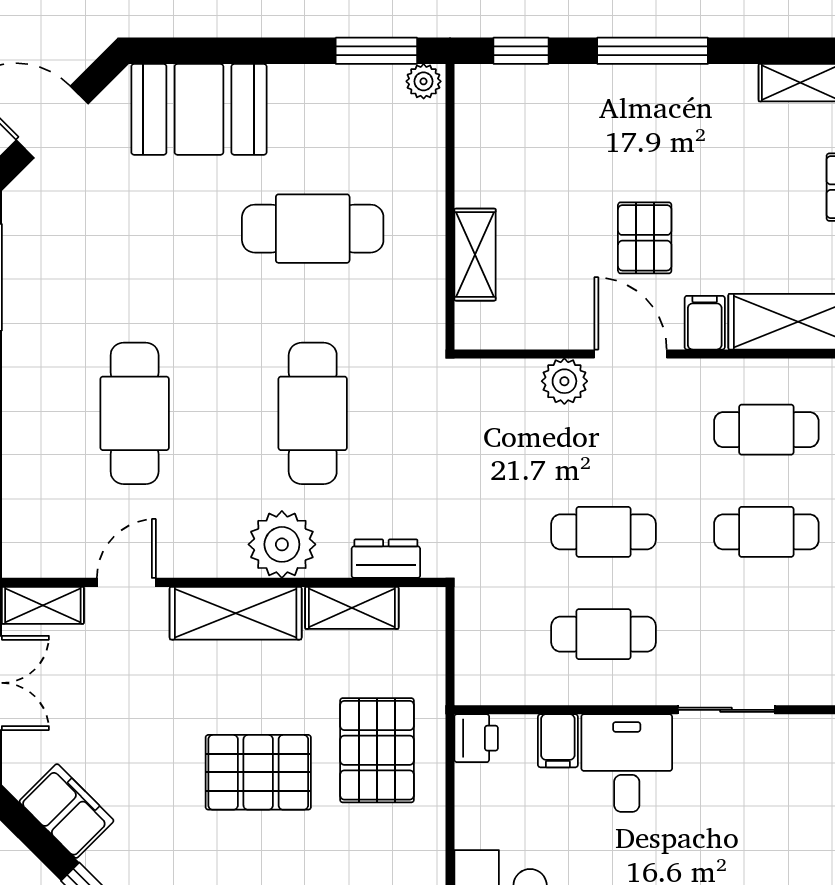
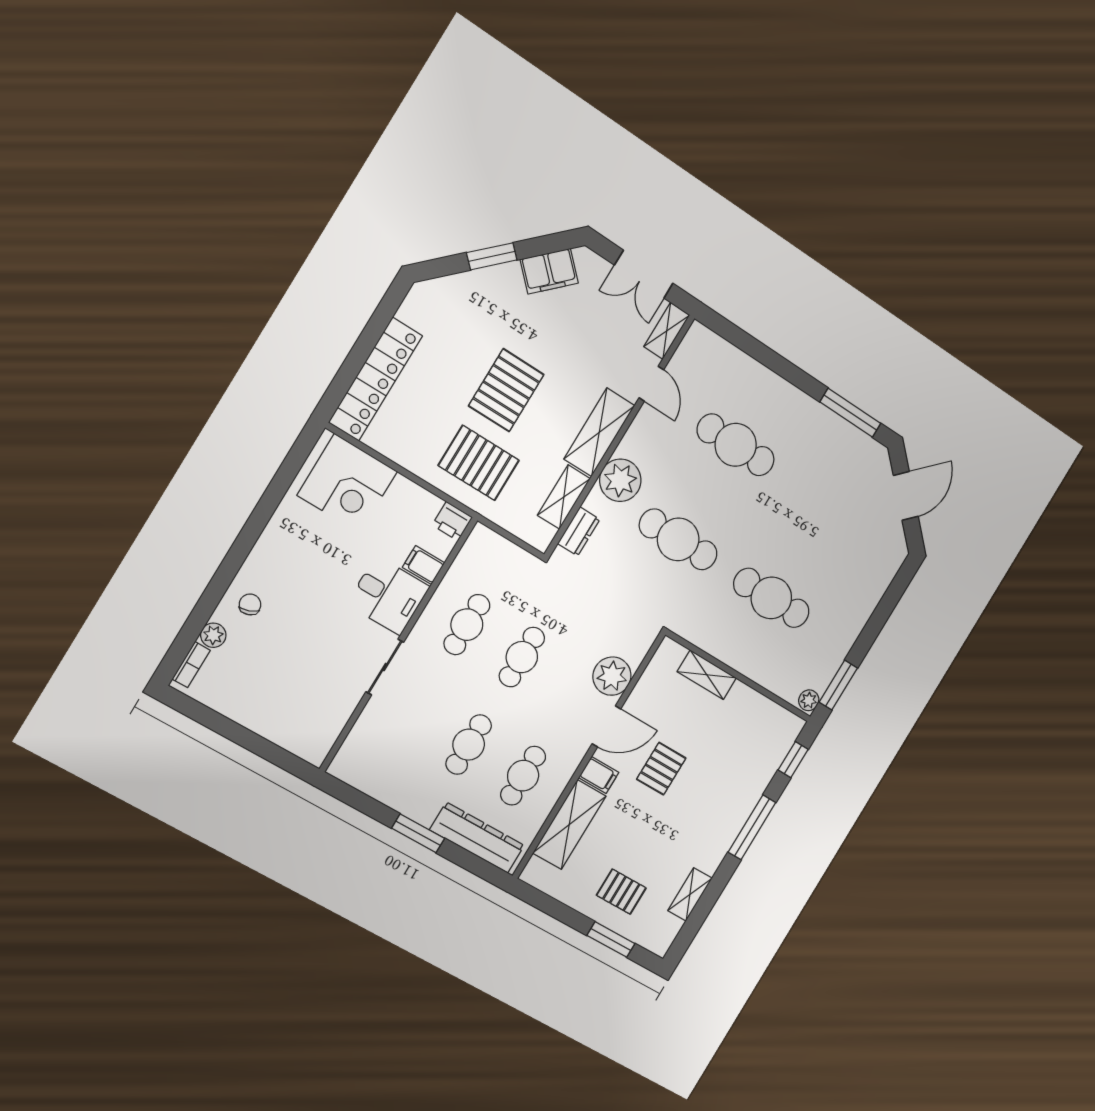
booth: (199, 109) -> (866, 576), removed
cafe table: (313, 229) -> (771, 598), turned 90
pallet: (645, 238) -> (661, 769), turned 90
plant: (564, 381) -> (612, 676), width x1.36, depth x1.36

